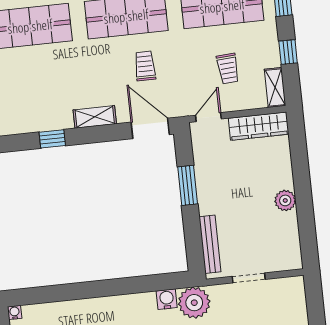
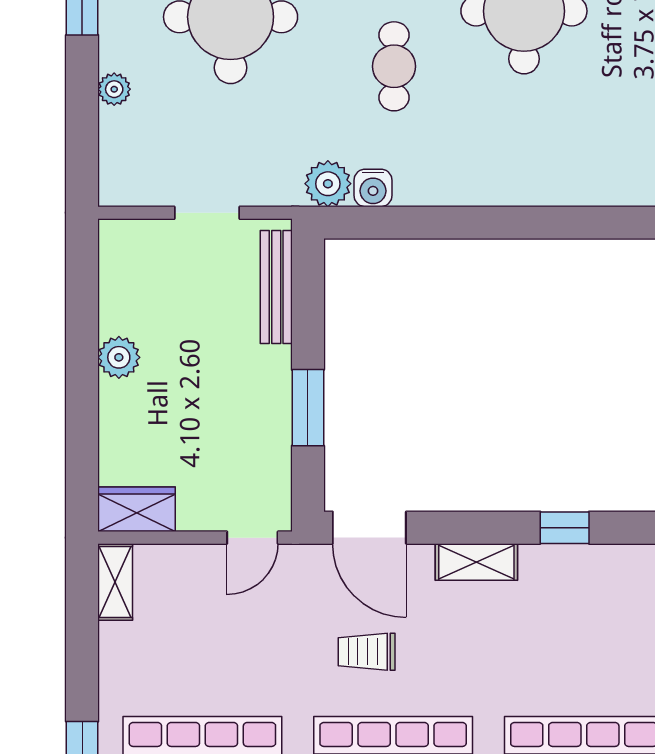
window: (288, 52) -> (82, 649), removed
trolley: (145, 66) -> (367, 652), turned 90
trolley: (228, 69) -> (204, 629), removed
wardrobe: (259, 126) -> (136, 509), width x0.67
plant: (194, 303) -> (328, 184), width x0.73, depth x0.73

